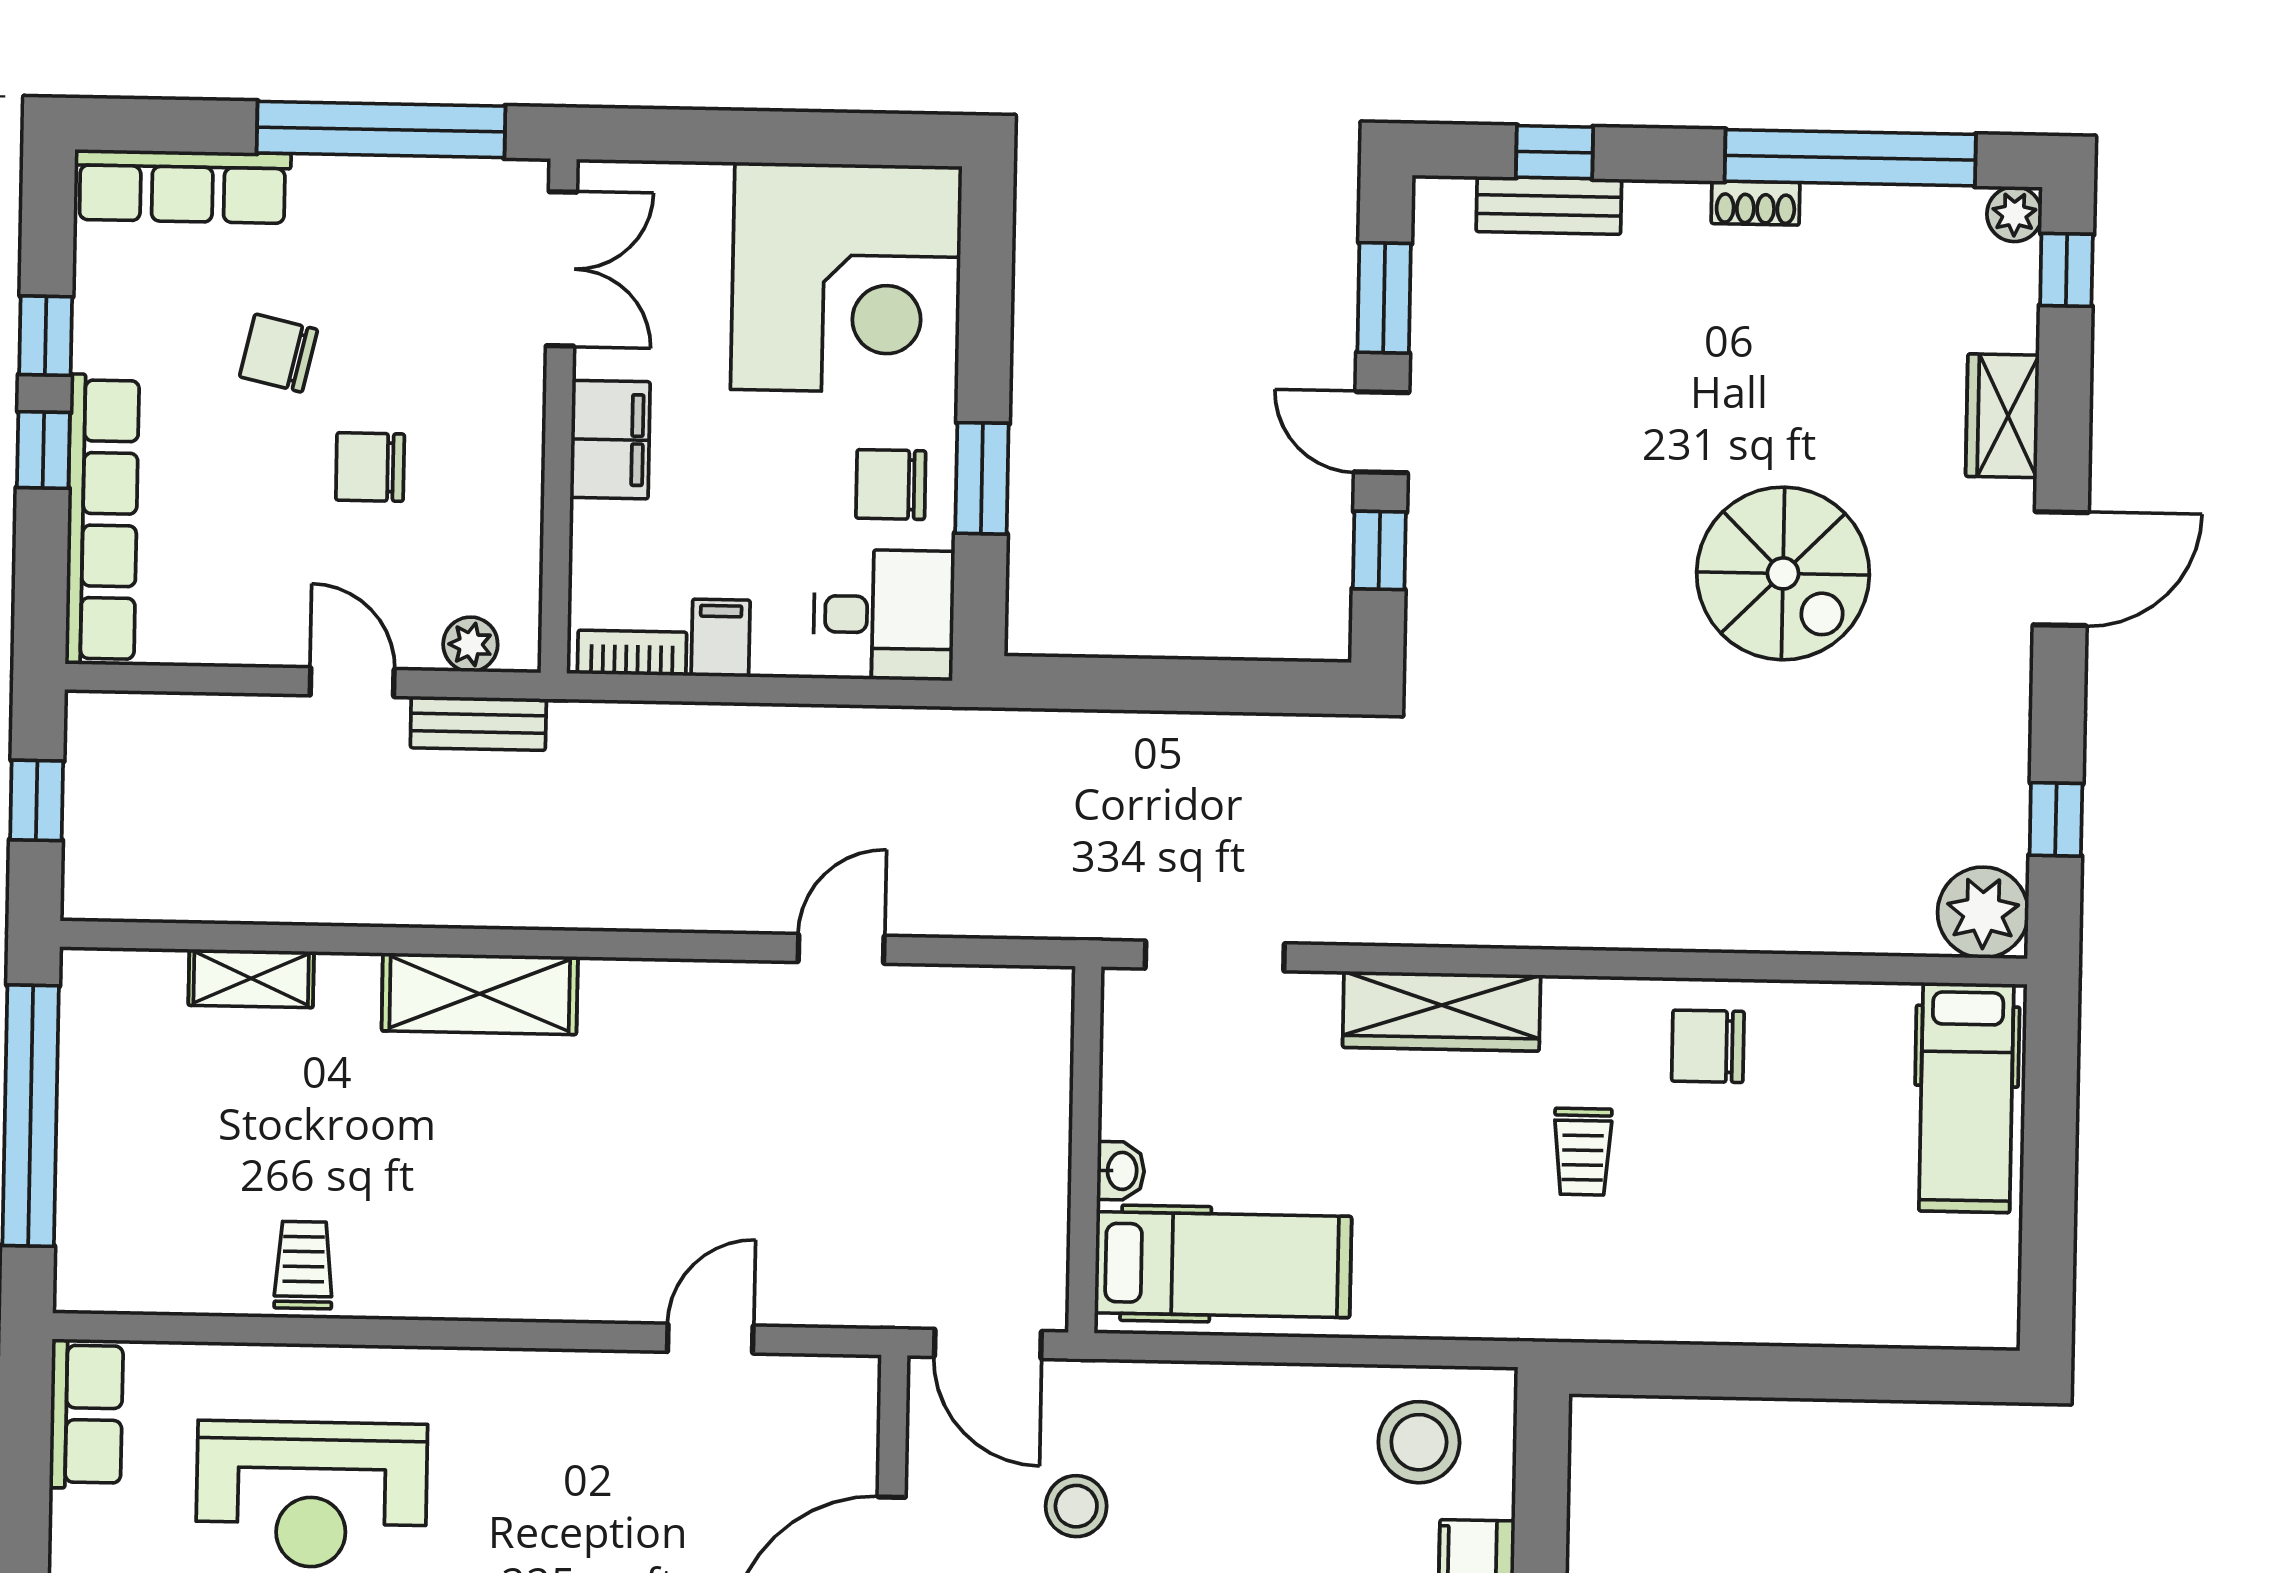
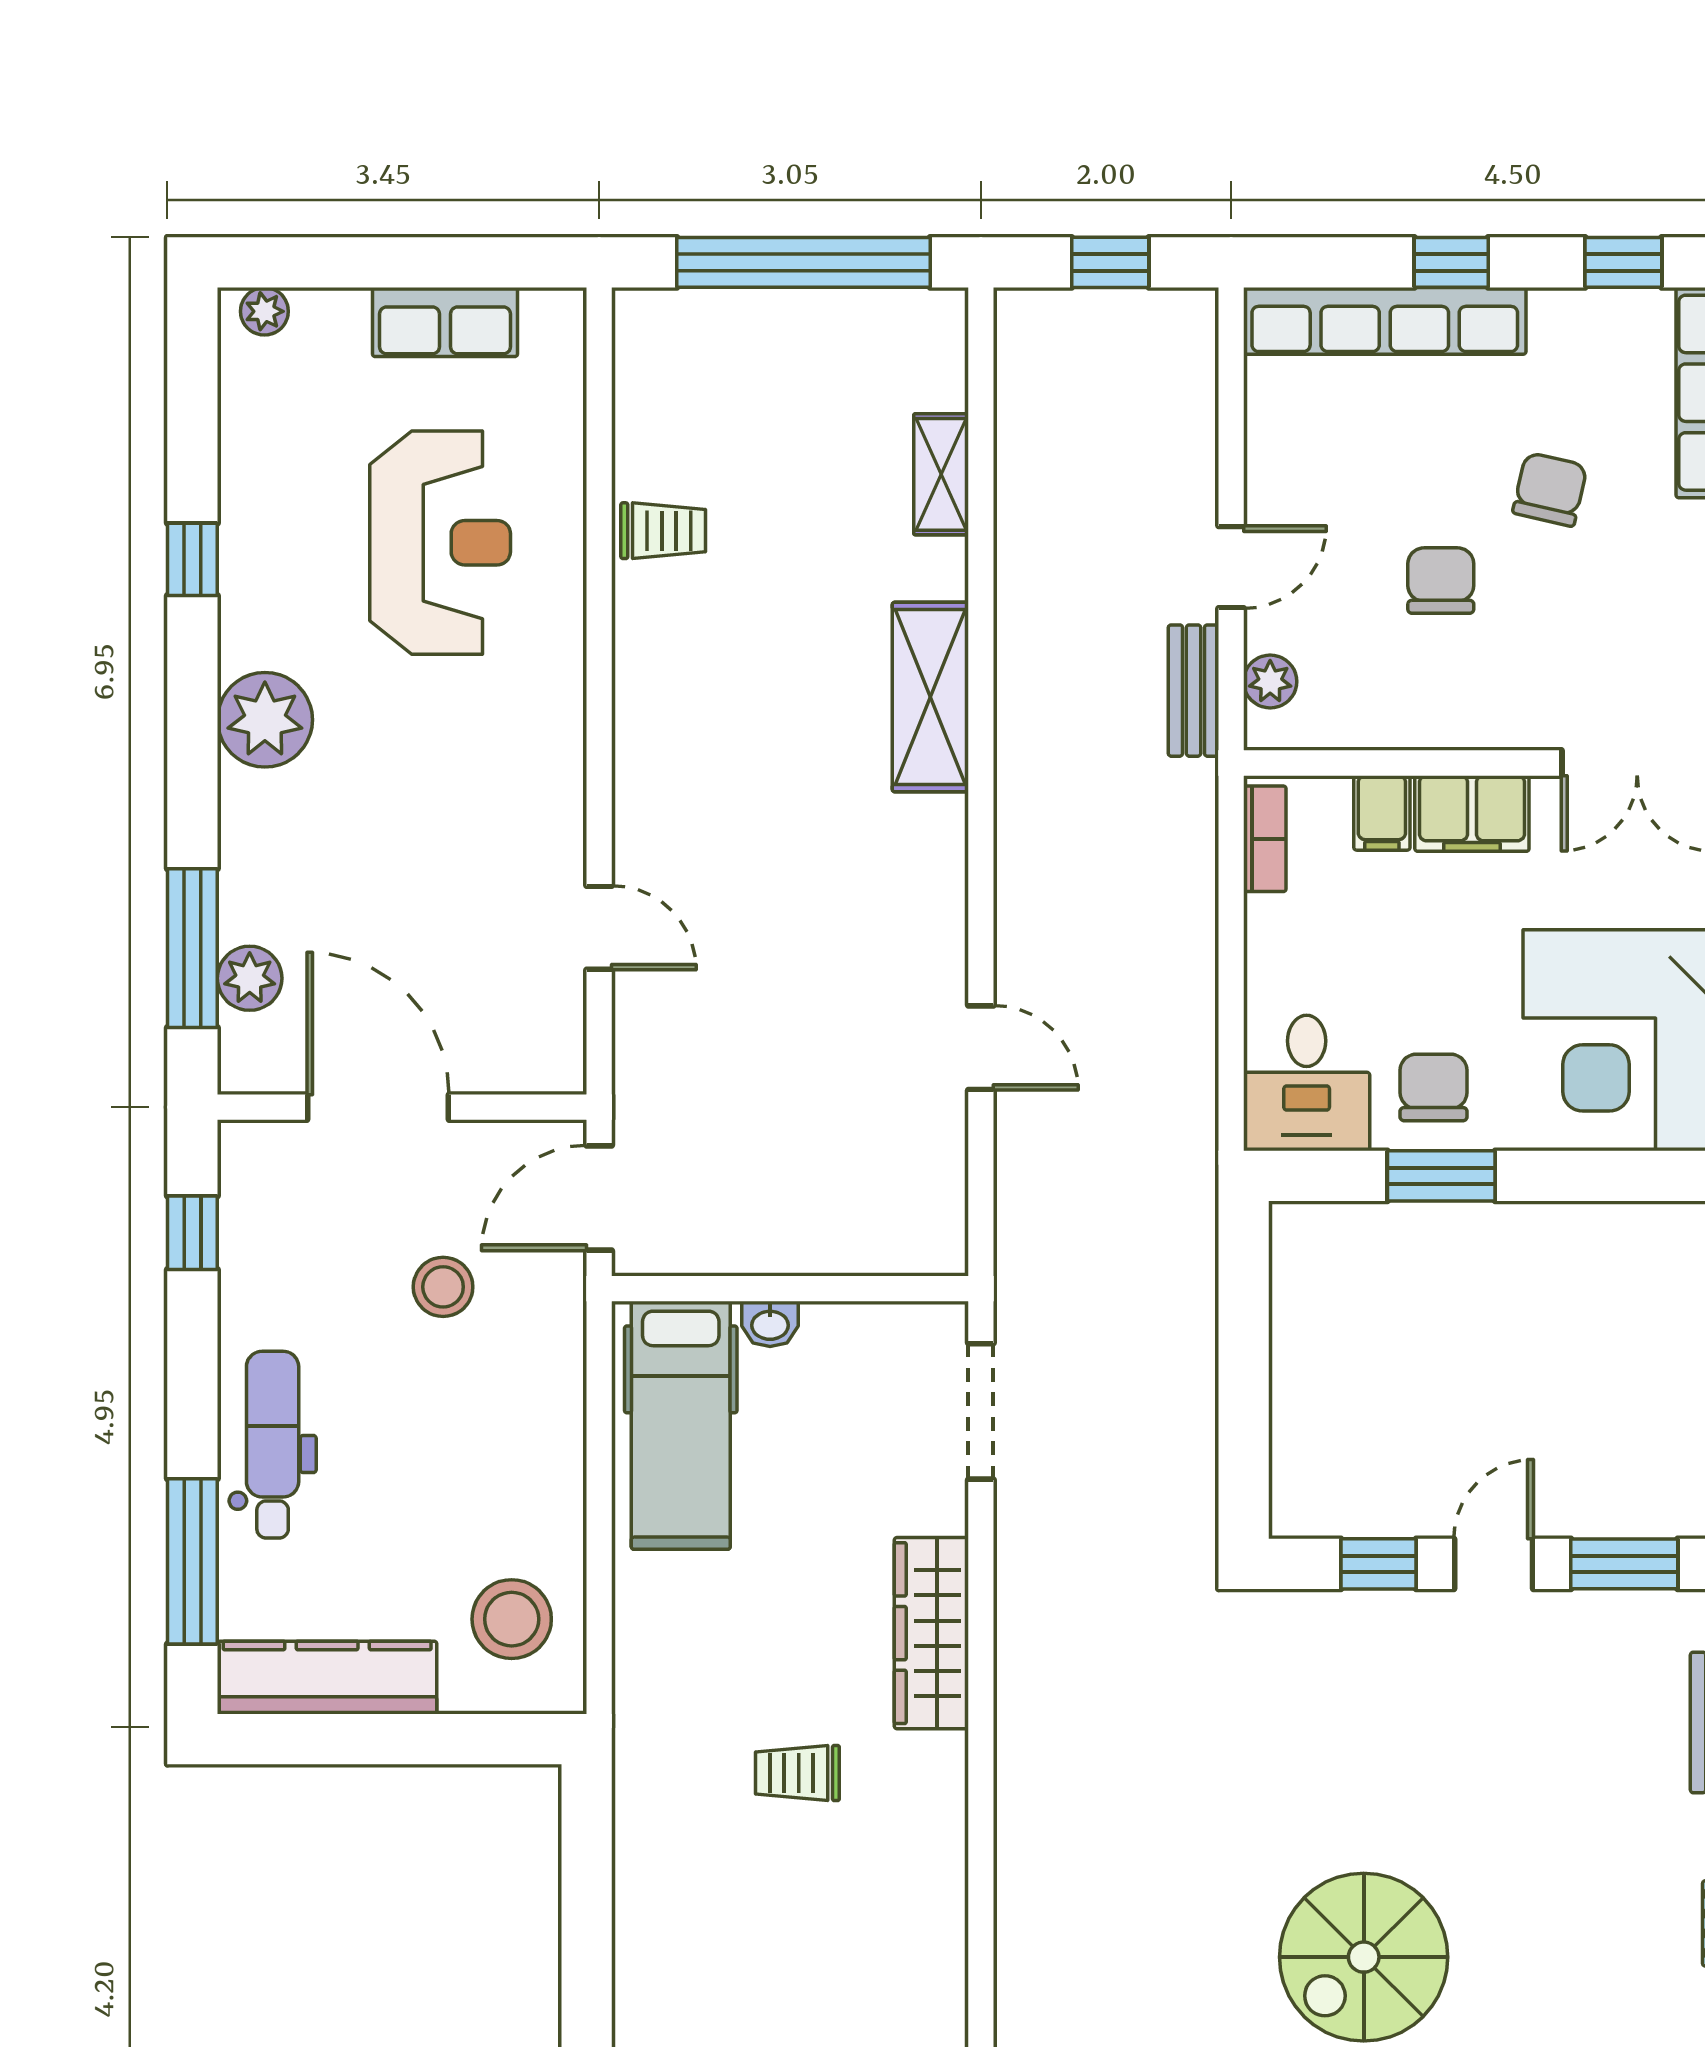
window: (46, 336) -> (1623, 262), moved
filing cabinet: (721, 638) -> (1382, 813), moved, turned 90
chair: (1708, 1046) -> (902, 1893), removed
row of seats: (86, 1414) -> (445, 322), moved
reception desk: (311, 1494) -> (440, 543), turned 180

